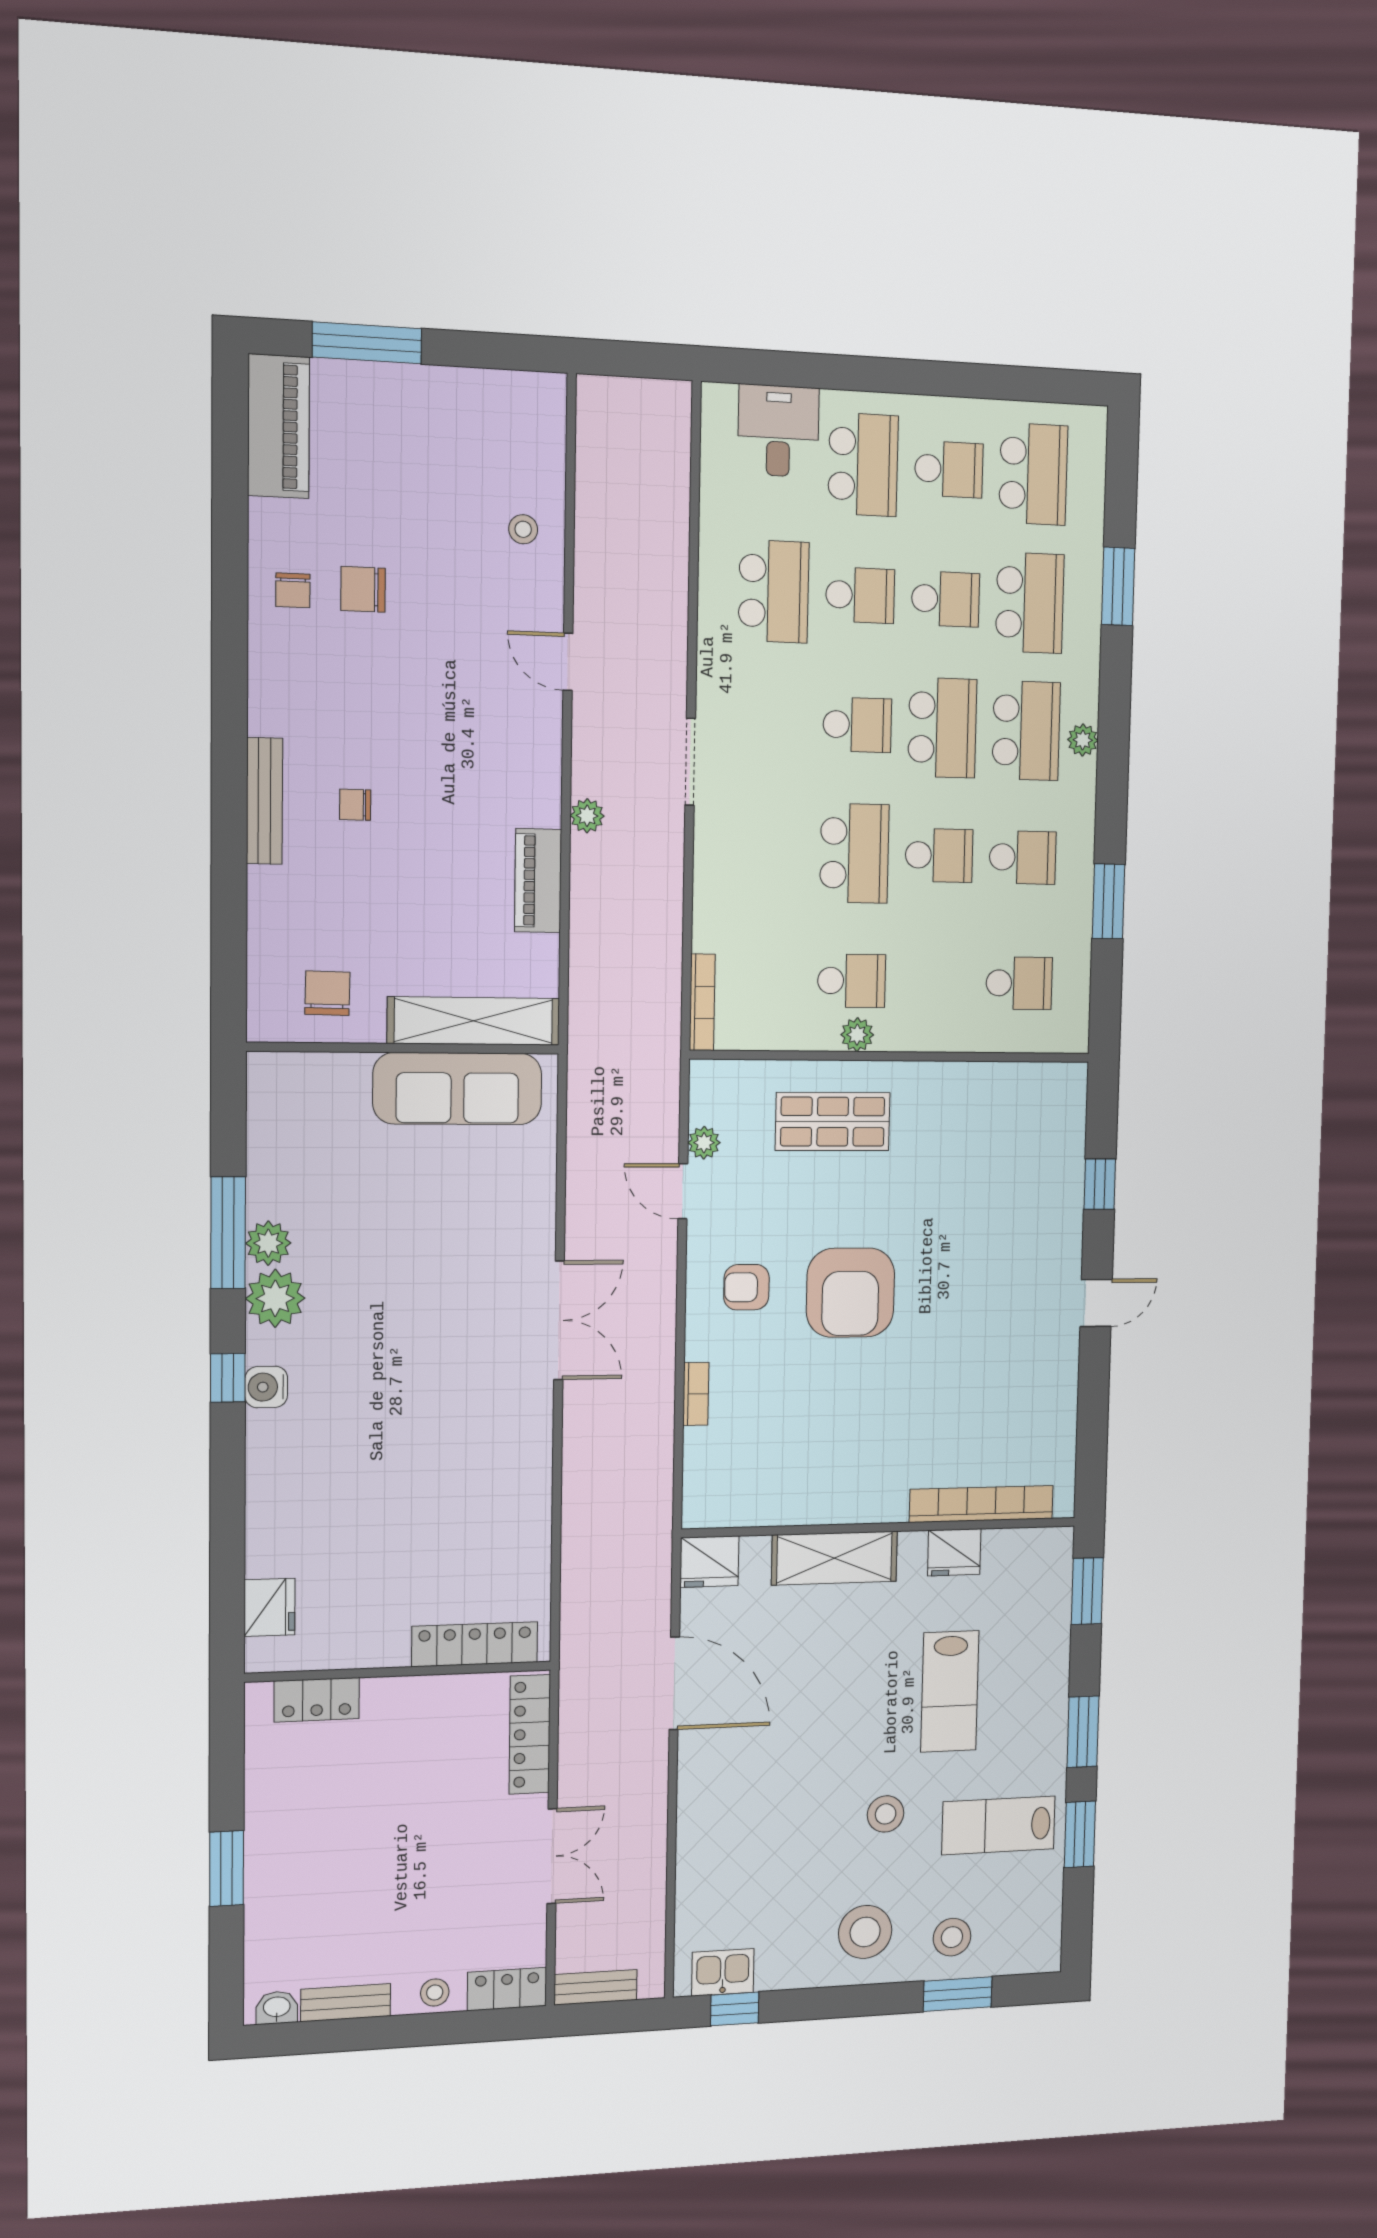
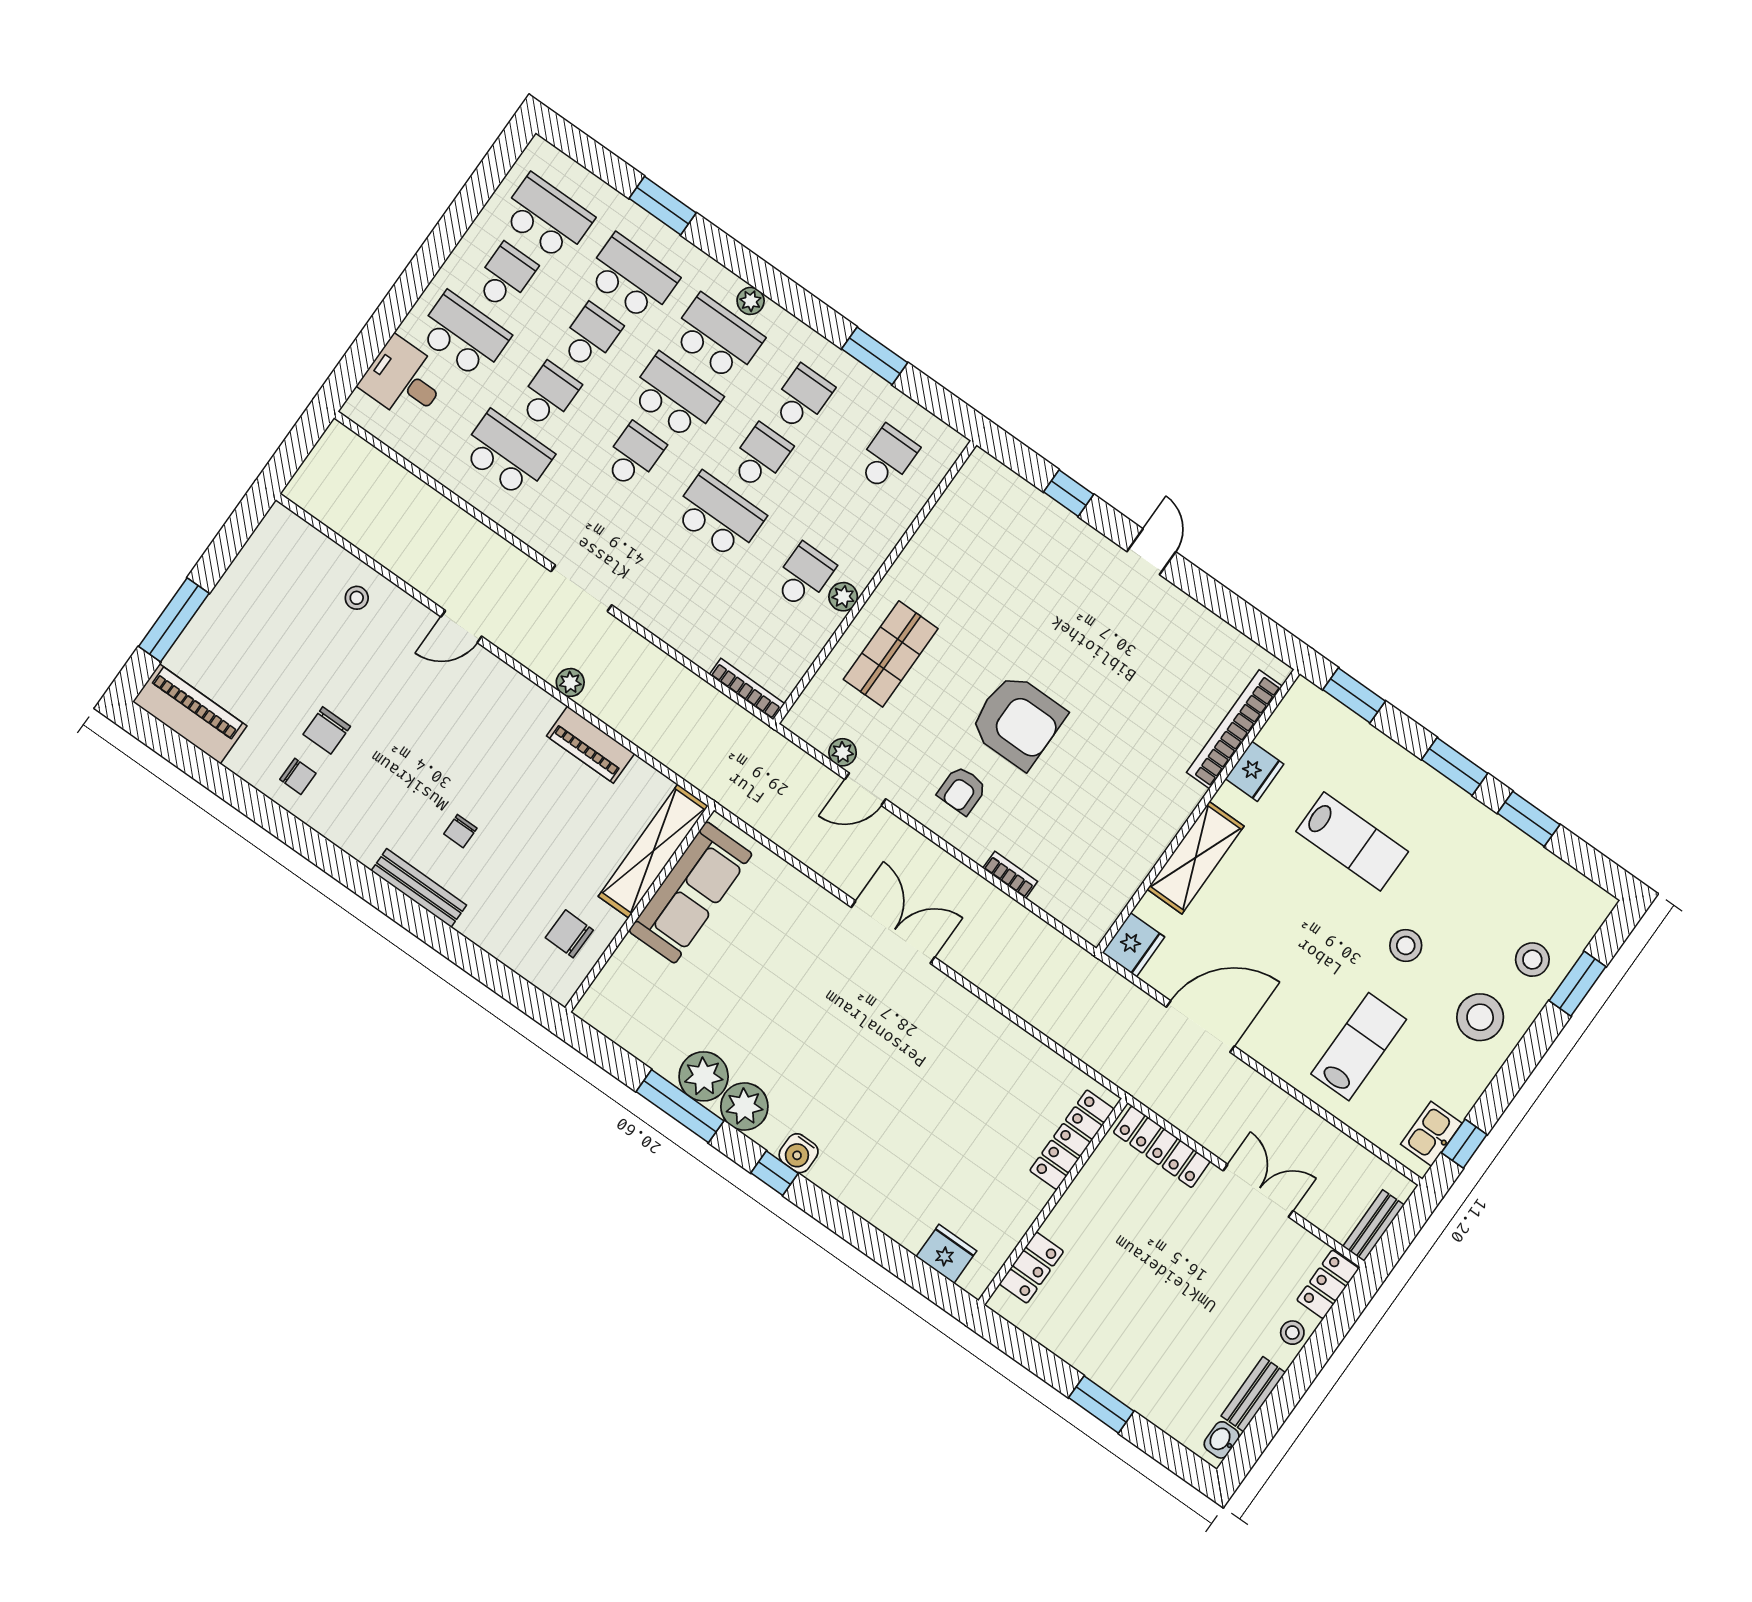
plant: (268, 1243) -> (704, 1076), width x1.36, depth x1.36
lab bench: (999, 1825) -> (1359, 1047), moved, turned 180

